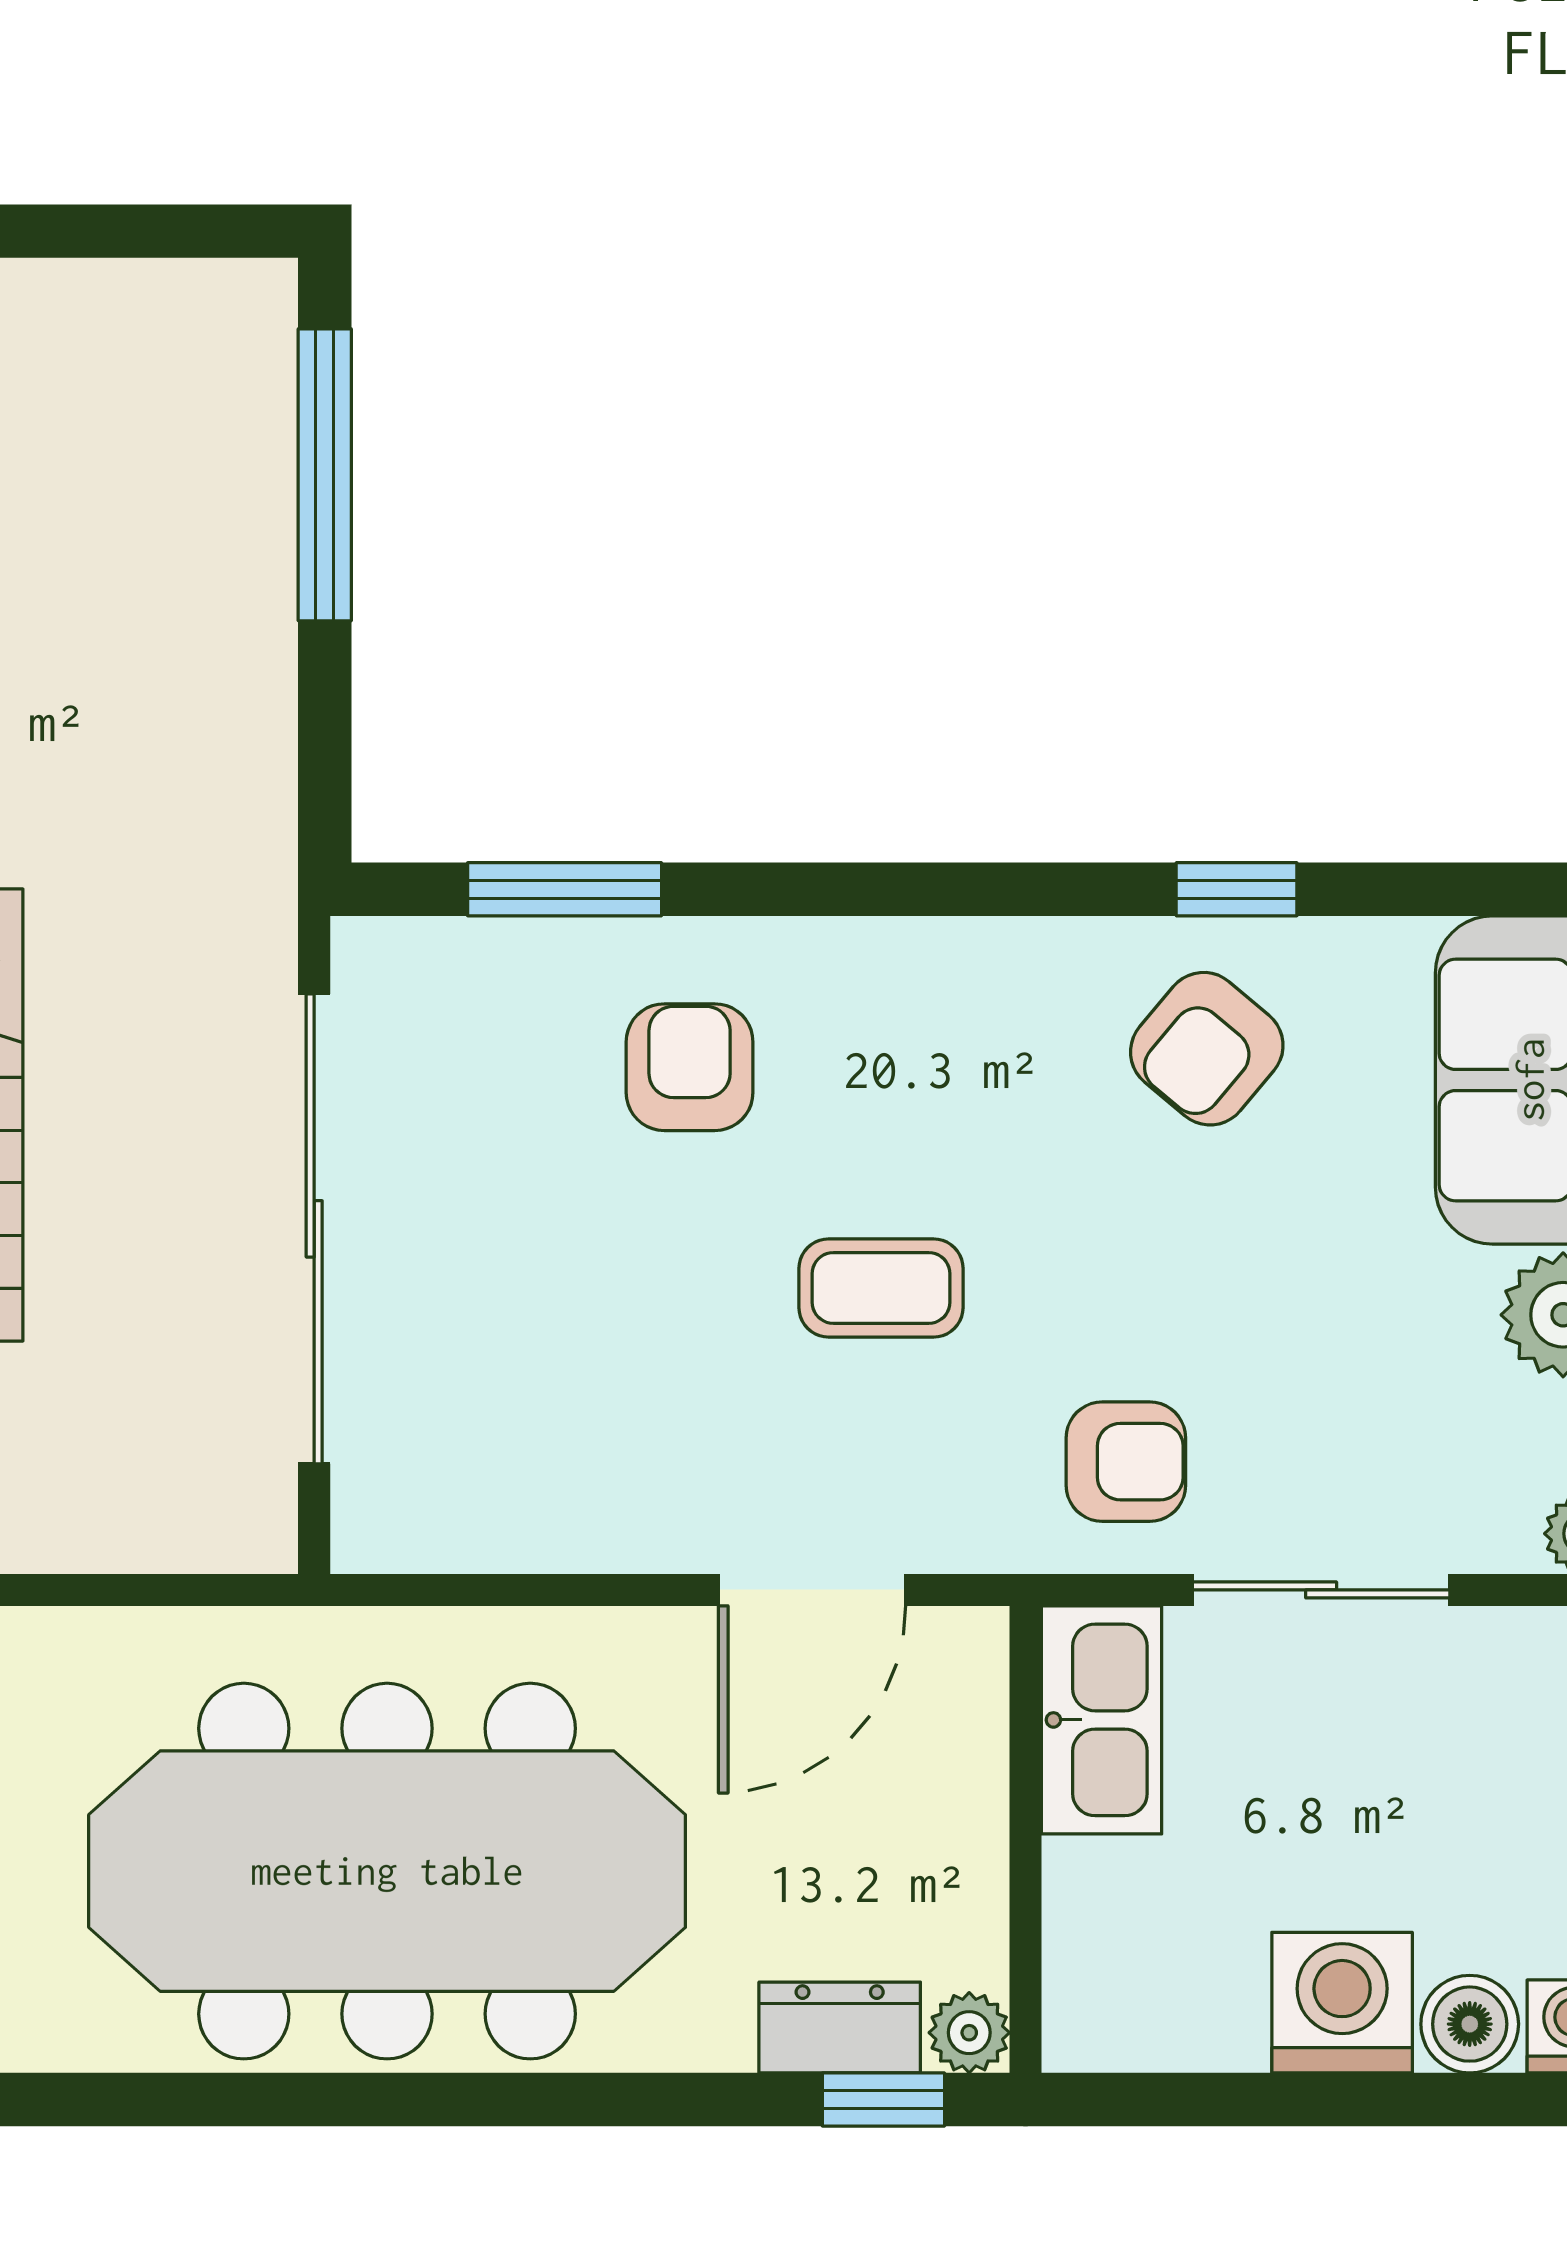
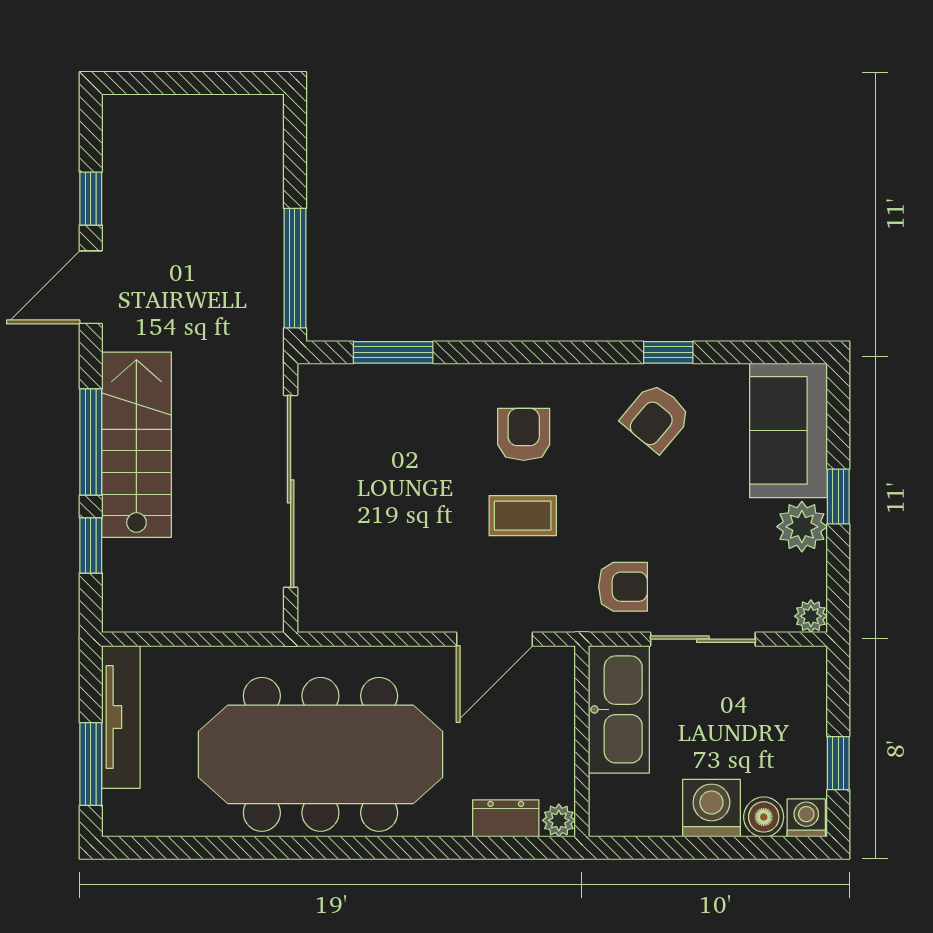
window: (325, 475) -> (295, 268), moved
armchair: (690, 1067) -> (524, 434), moved
kitchen sink: (1101, 1720) -> (619, 709), width x1.36, depth x1.24
window: (883, 2099) -> (524, 848), removed

